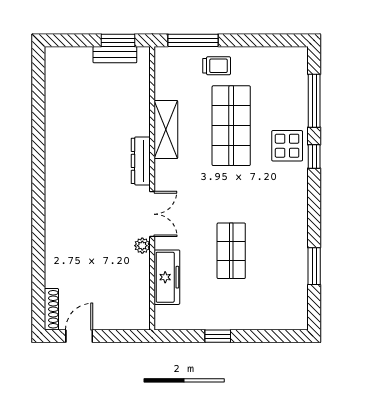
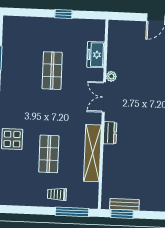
shop shelf: (231, 126) -> (49, 154), width x0.70, depth x0.74
shelving: (166, 130) -> (92, 153), width x1.47
dresser: (141, 161) -> (110, 133), width x0.70
freezer: (167, 277) -> (96, 55), width x0.71

